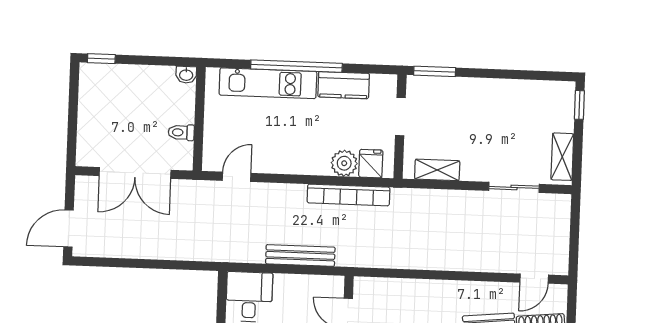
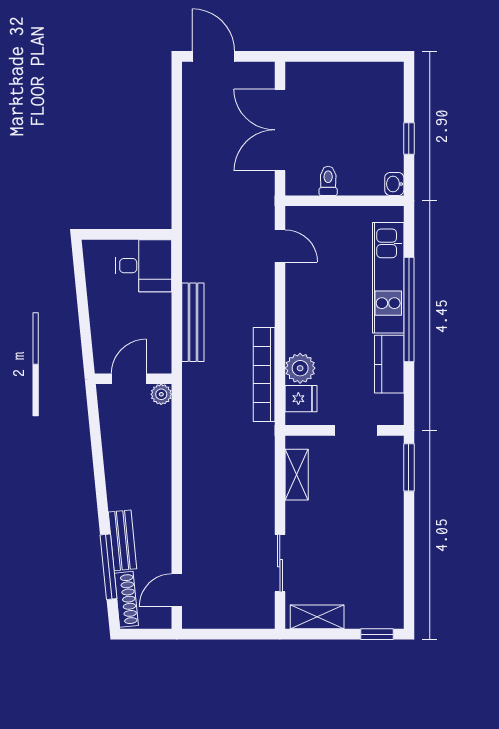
window: (101, 59) -> (409, 139), moved
door: (534, 279) -> (177, 590), hinge flipped
plant: (362, 286) -> (161, 394), added

